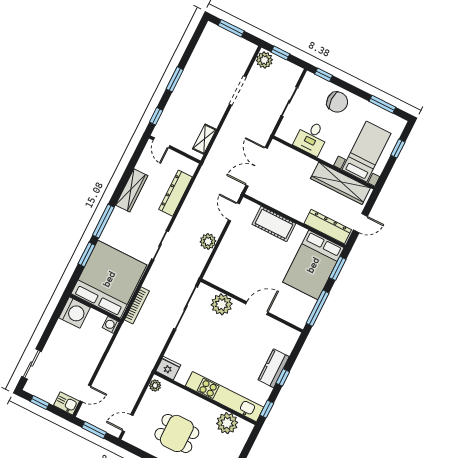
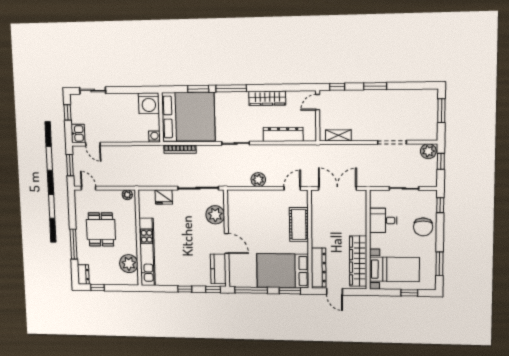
fridge: (168, 368) -> (164, 197), moved, turned 90
kitchen counter: (274, 368) -> (218, 269), moved, turned -90
window: (267, 409) -> (213, 289), moved

